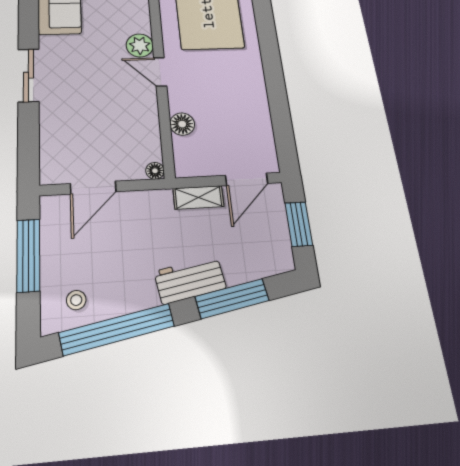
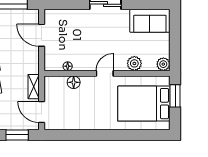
plant: (140, 45) -> (134, 63), moved
floor lamp: (155, 171) -> (68, 66), moved

